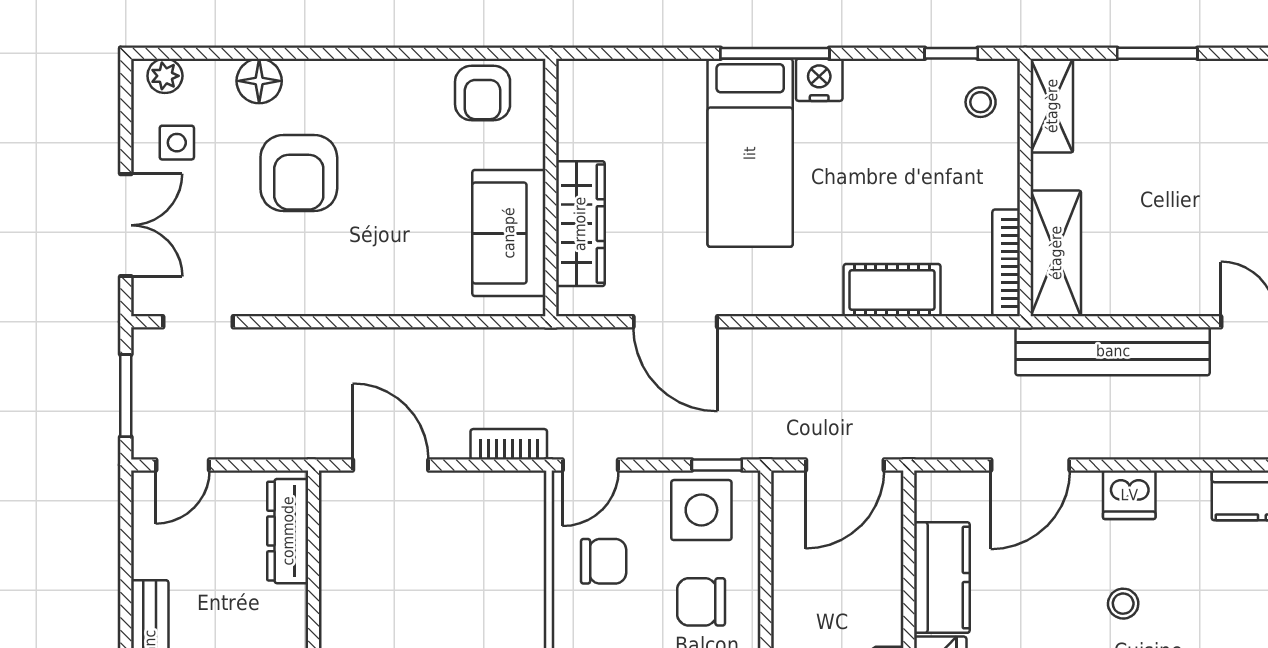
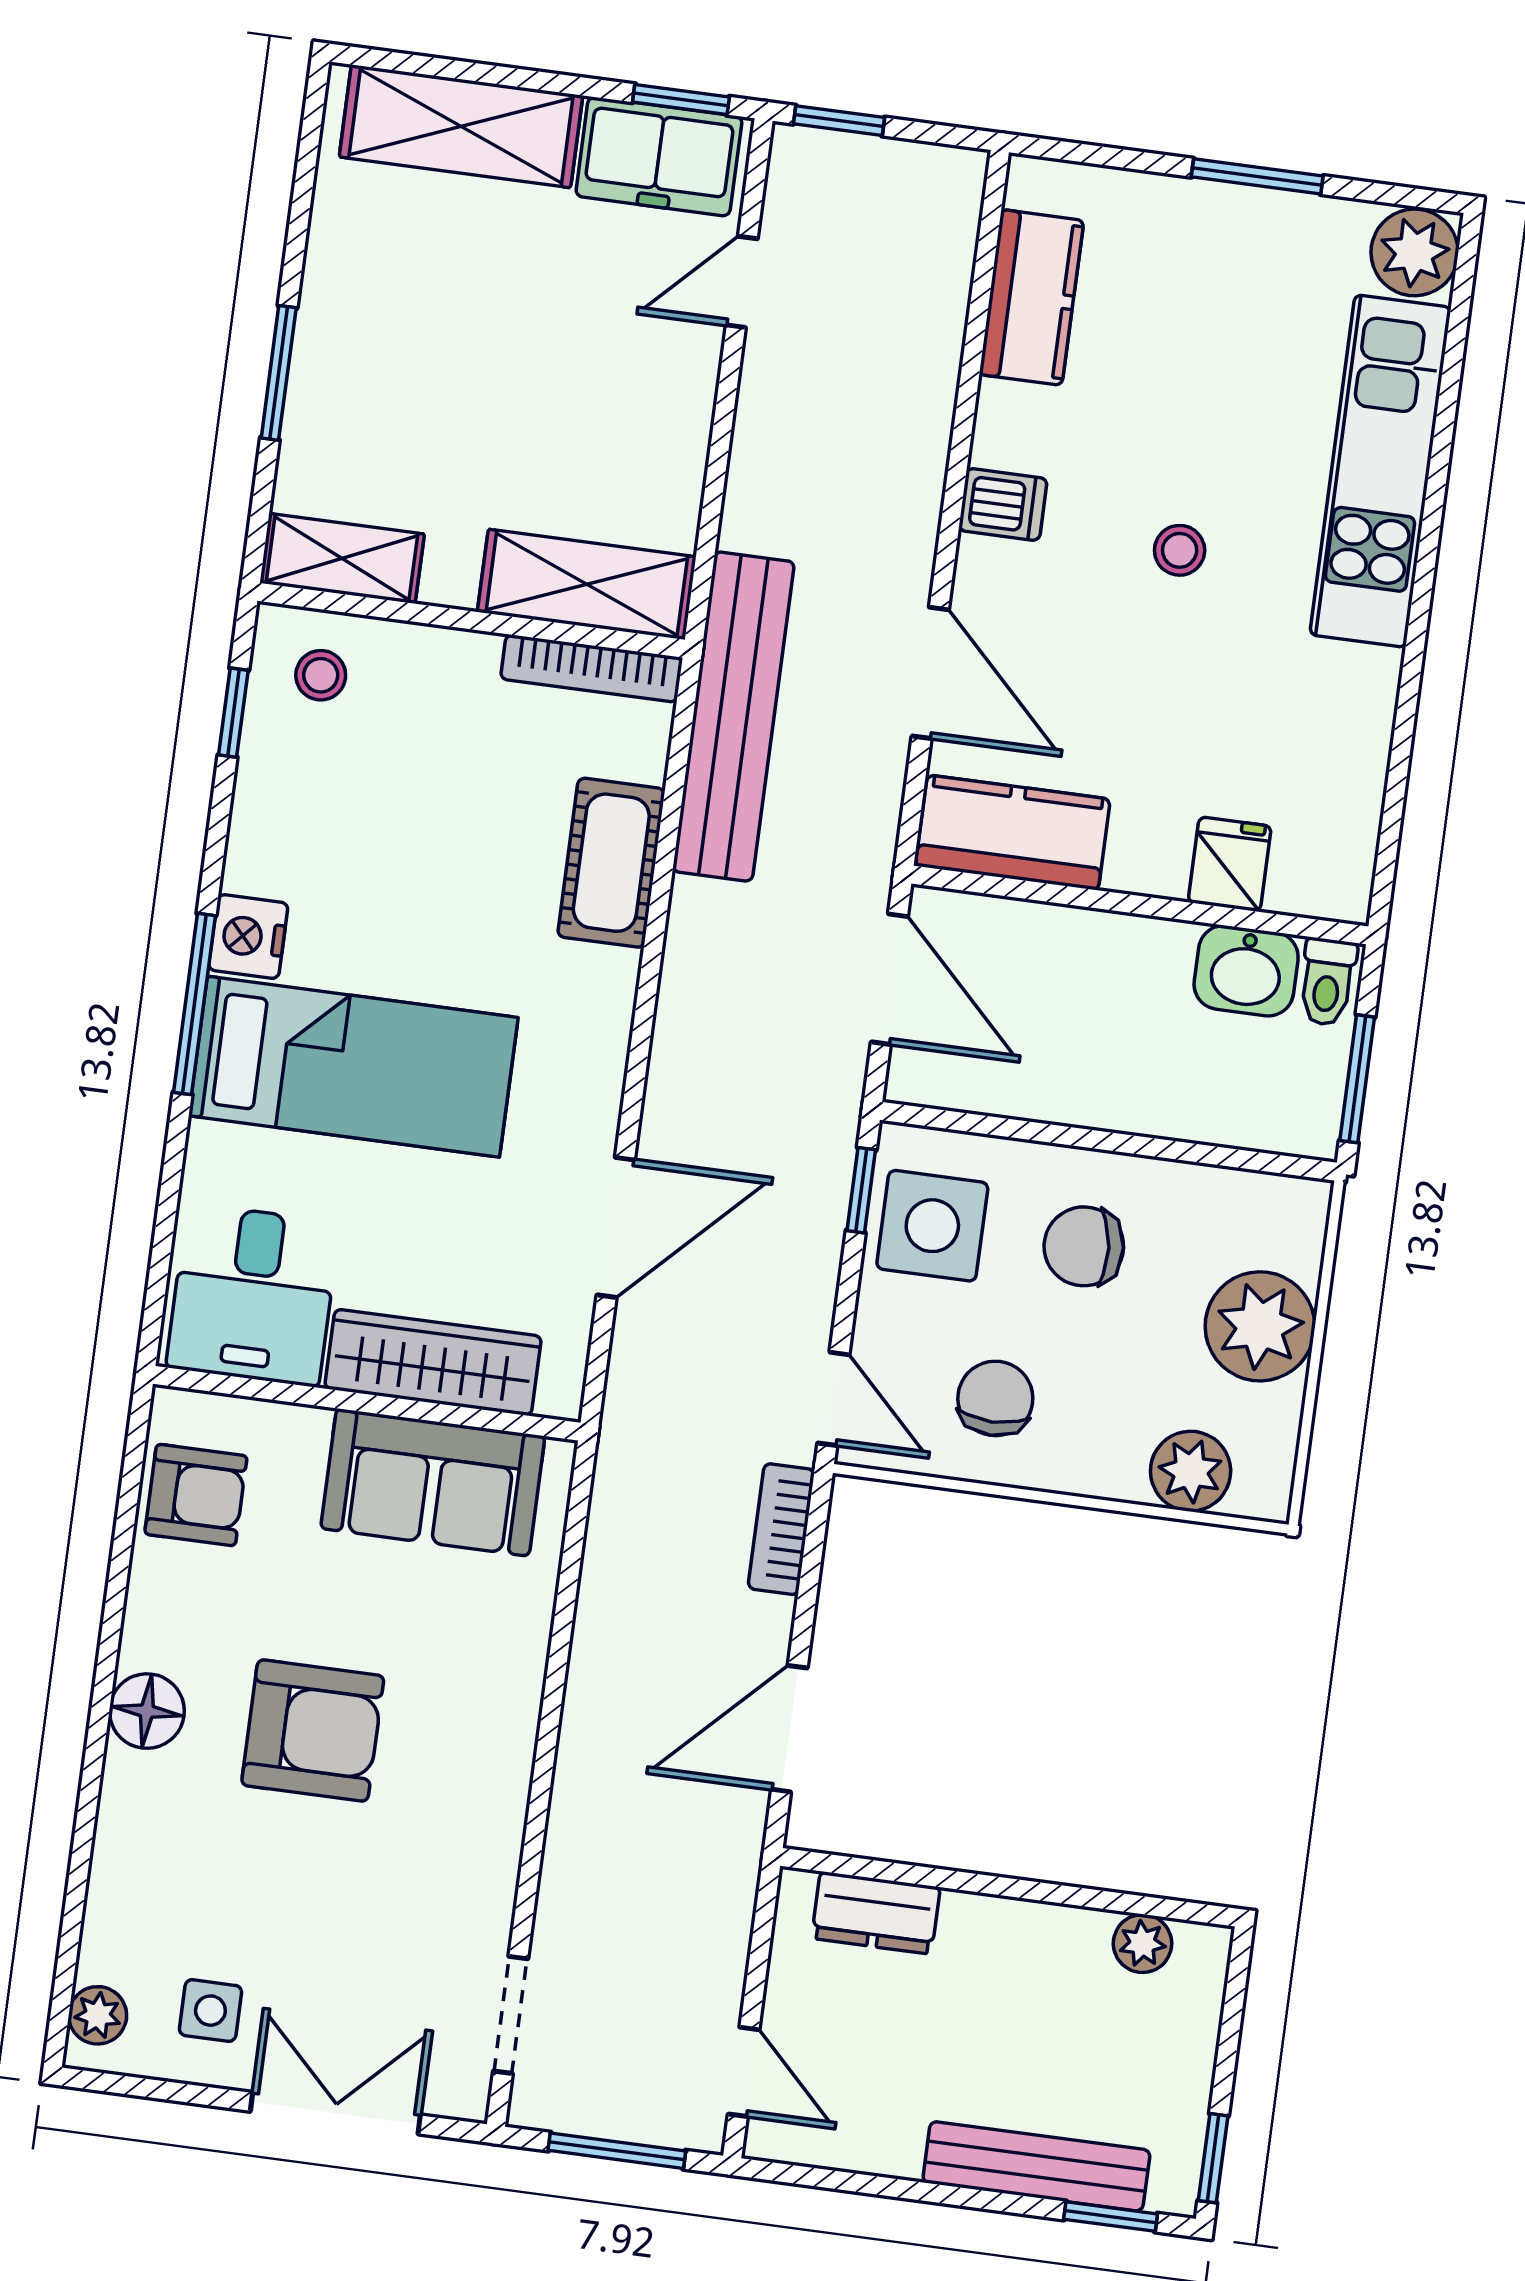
floor lamp: (259, 81) -> (147, 1711), moved
desk: (606, 111) -> (253, 1295), added
armchair: (299, 173) -> (313, 1731), moved
bench: (1113, 351) -> (733, 717), moved
dishwasher: (1129, 495) -> (1003, 505), width x0.73
dresser: (288, 531) -> (876, 1913), width x0.70
kitchen counter: (942, 578) -> (1013, 832), moved
chair: (701, 602) -> (1084, 1246), turned 85

